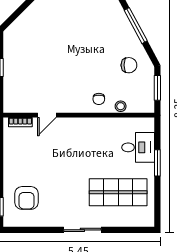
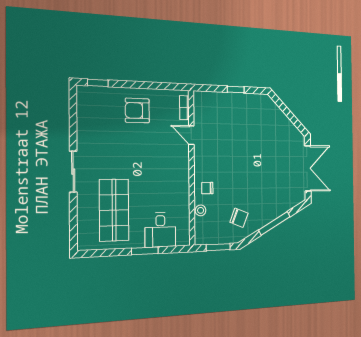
chair: (129, 65) -> (239, 218), turned -68
armchair: (26, 198) -> (137, 111), moved

